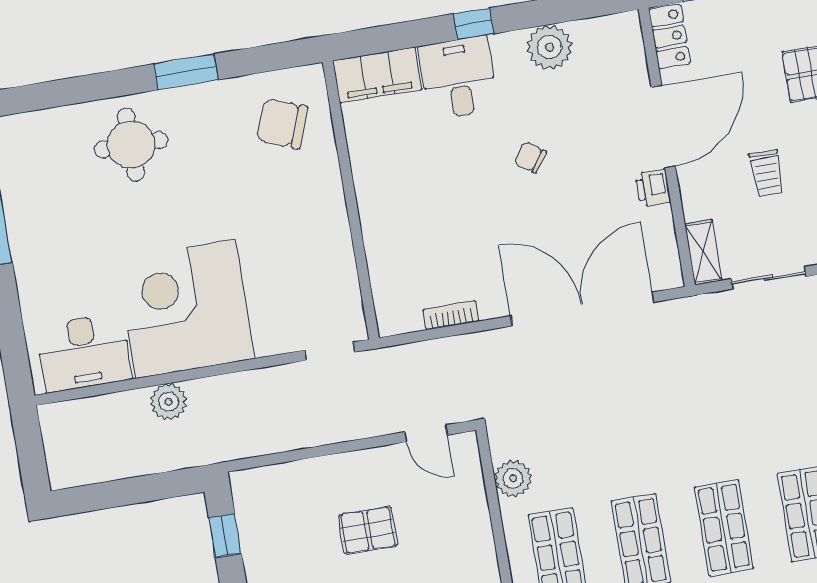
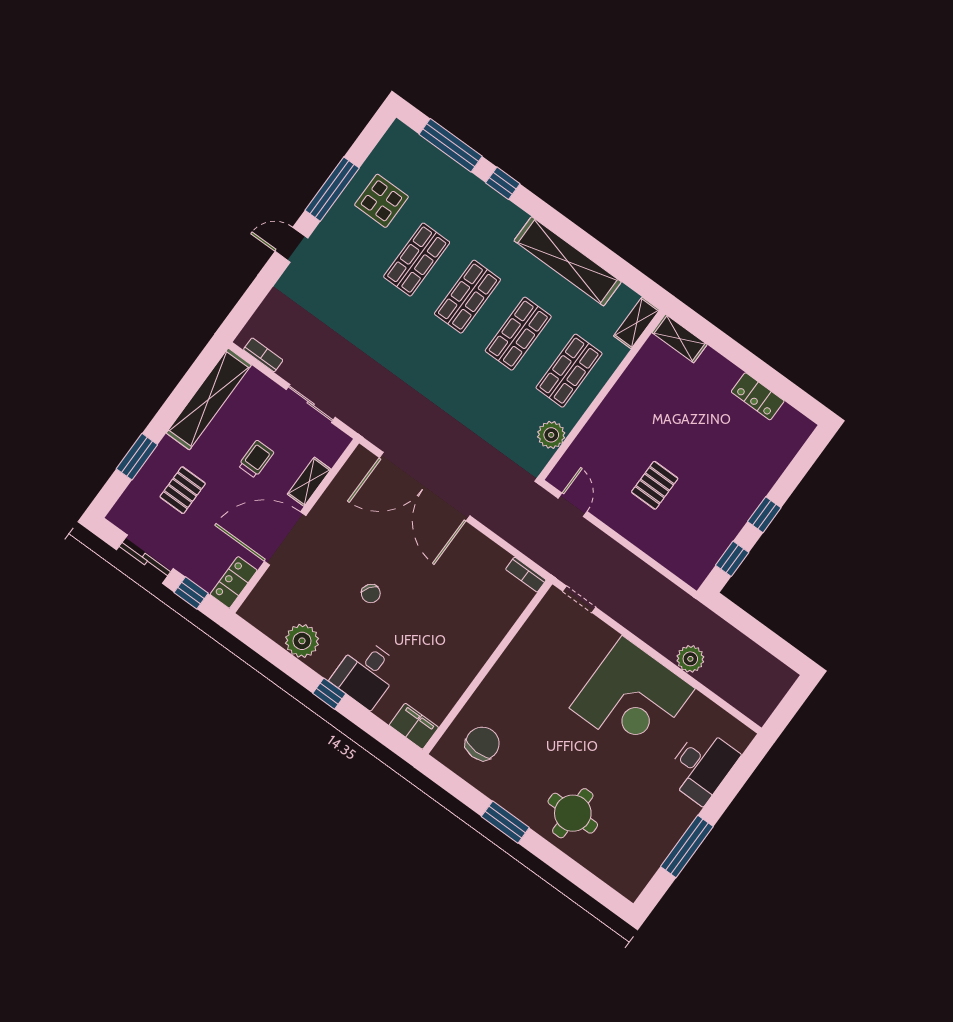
filing cabinet: (377, 75) -> (414, 726), width x0.67, depth x0.86
chair: (282, 123) -> (482, 744), turned -109
printer: (653, 188) -> (323, 512), removed
shelving: (703, 252) -> (309, 482), moved
bookcase: (451, 315) -> (526, 575), moved
desk: (84, 352) -> (702, 766), moved, turned 90
pallet: (368, 530) -> (655, 485), turned 90

